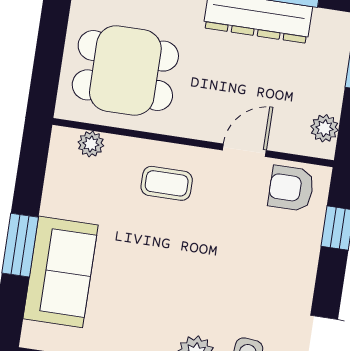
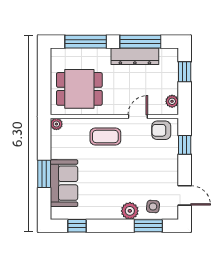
plant: (91, 144) -> (56, 124), moved
coffee table: (167, 183) -> (105, 136), width x1.36, depth x1.30

